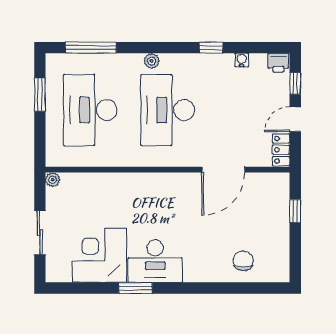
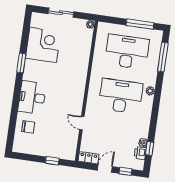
window: (211, 48) -> (150, 148), moved
printer: (278, 63) -> (140, 153), moved
window: (40, 95) -> (140, 24), width x1.44
door: (295, 119) -> (105, 168), hinge flipped
door: (223, 170) -> (82, 123), width x0.53
desk: (155, 261) -> (32, 97), moved

